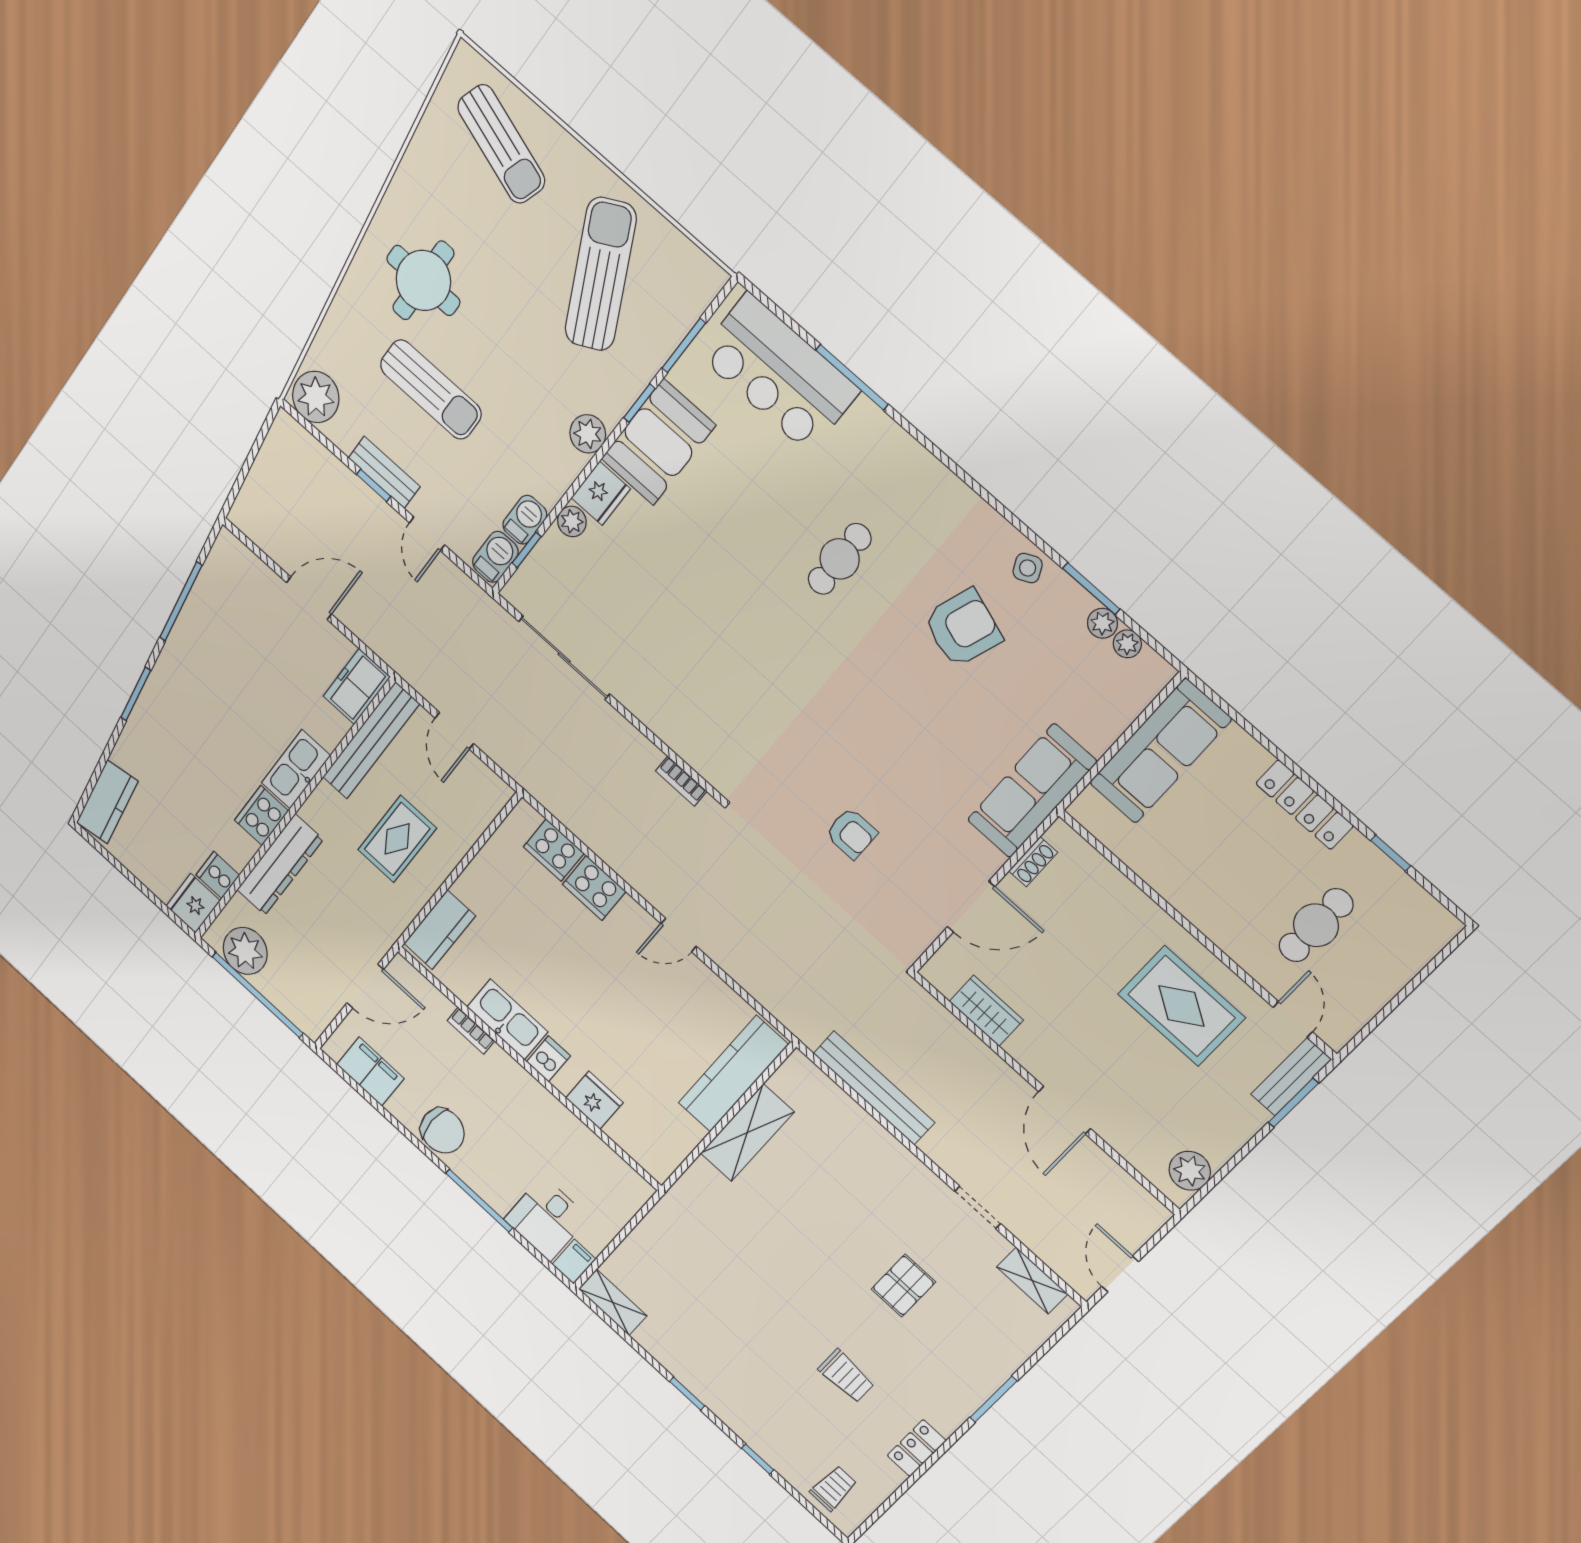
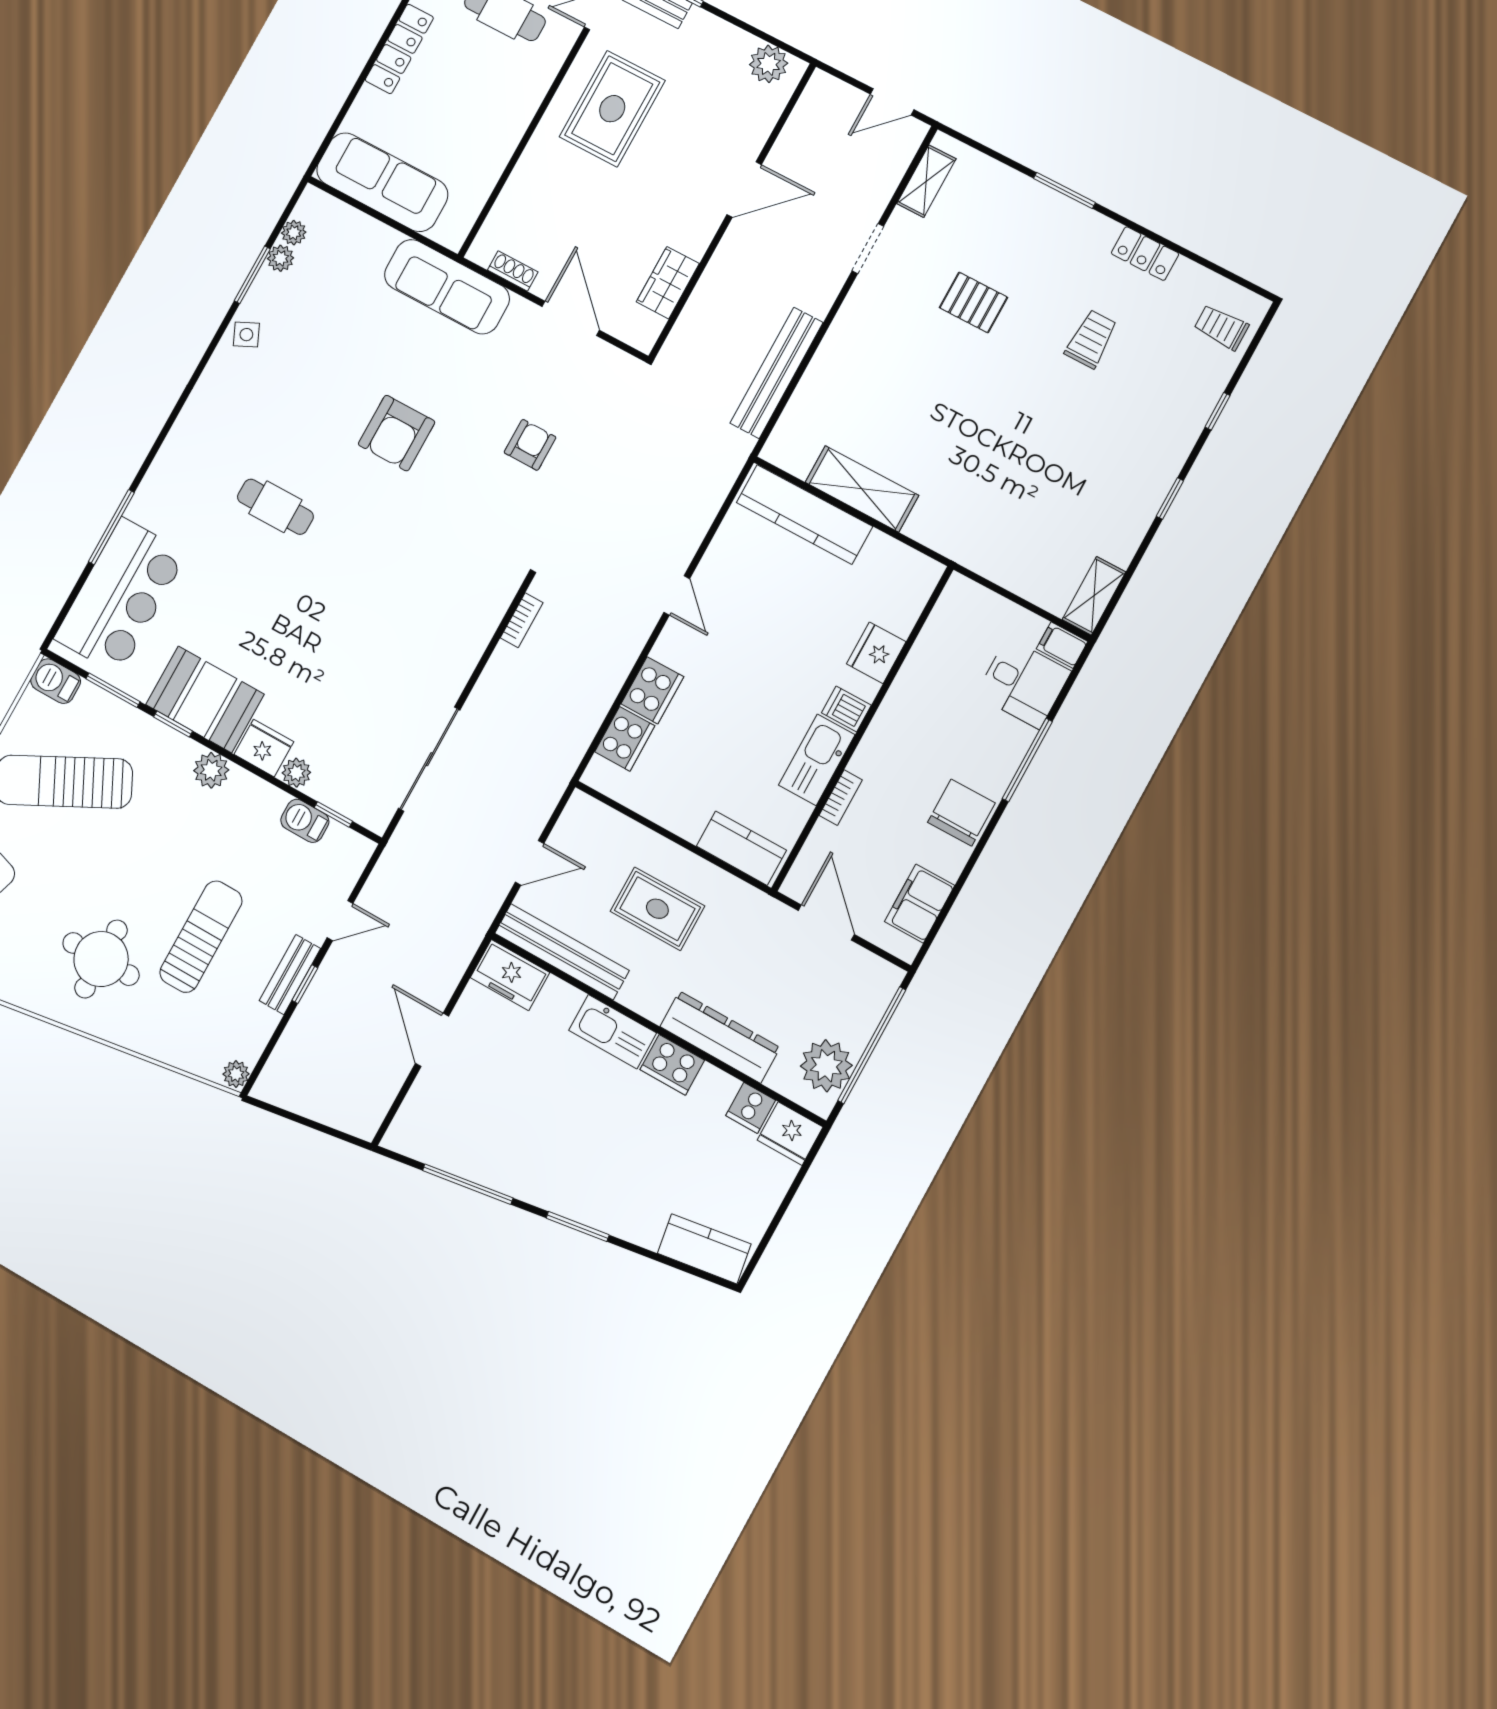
plant: (316, 397) -> (236, 1074), width x0.53, depth x0.53
barbecue: (495, 557) -> (56, 681), moved
armchair: (963, 628) -> (397, 433), moved, turned -109

